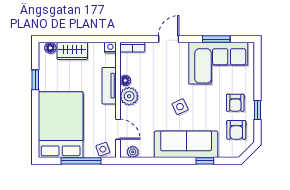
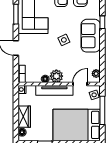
tv unit: (109, 86) -> (54, 90), width x1.41
sofa: (186, 144) -> (91, 36), width x0.73

